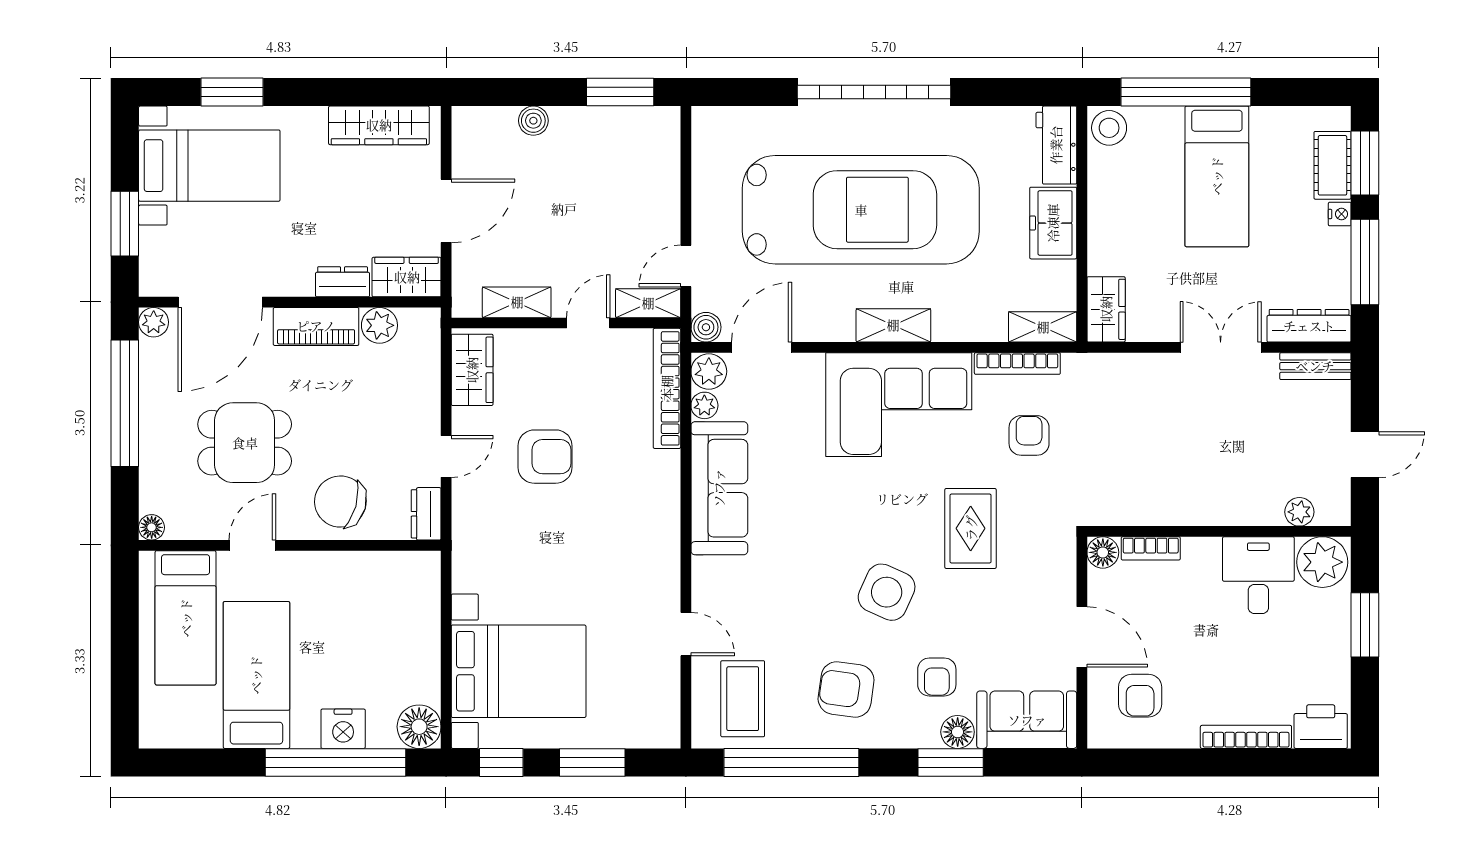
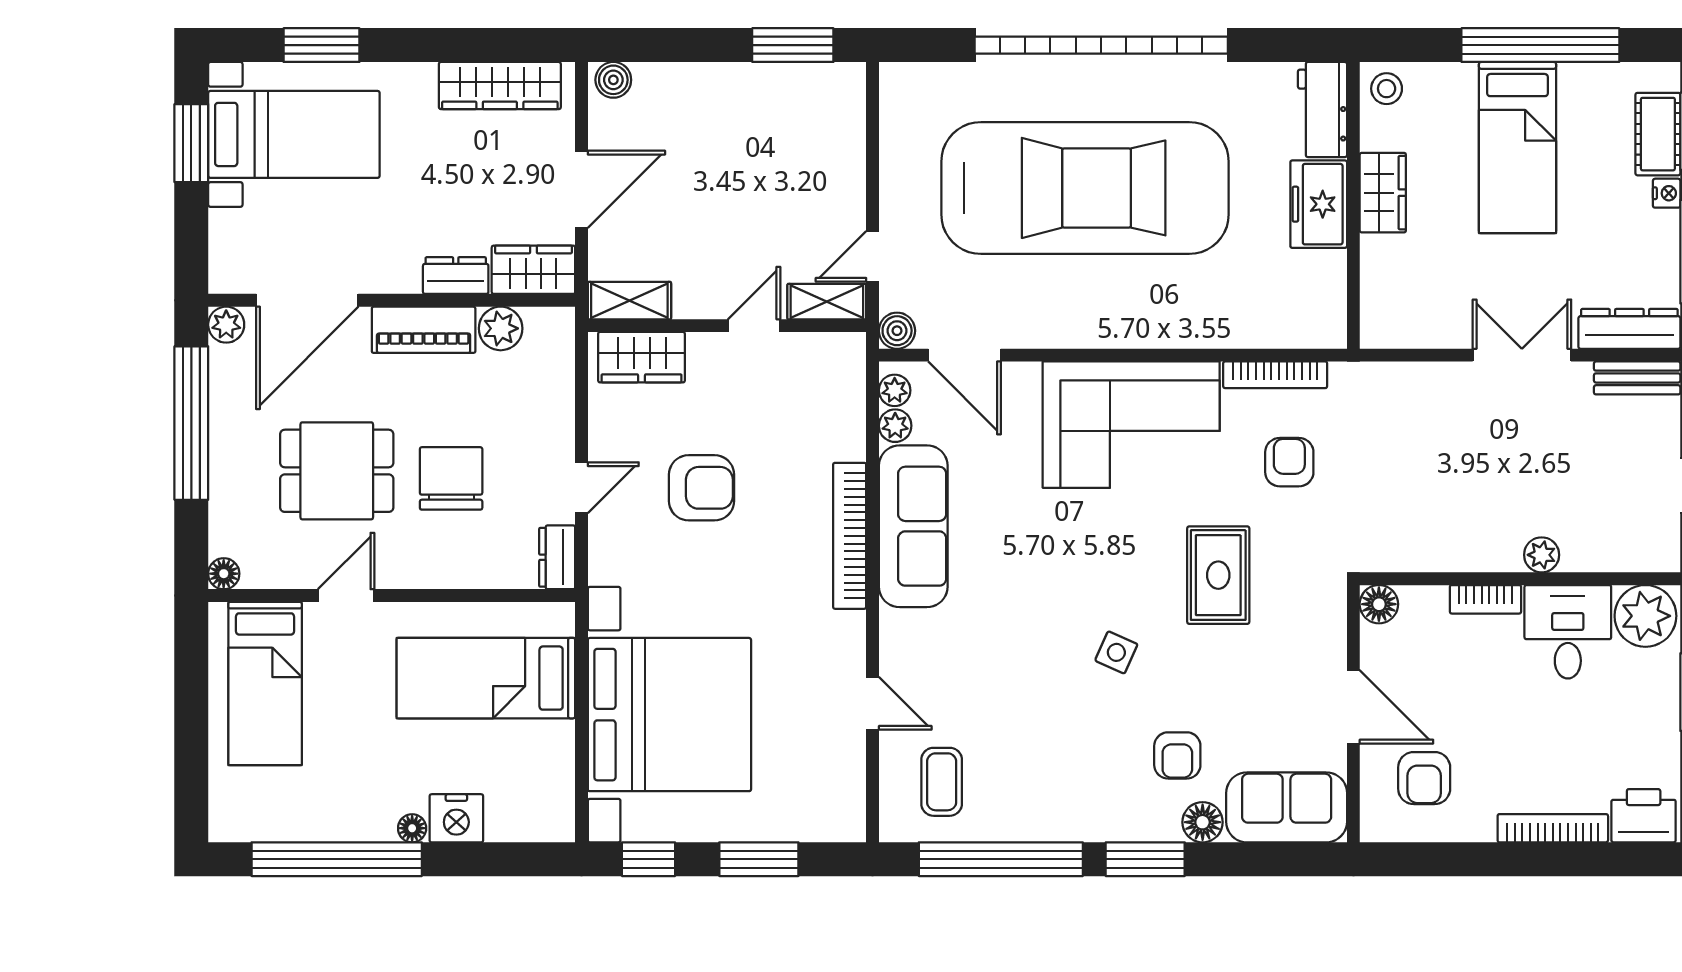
garage door: (874, 92) -> (1101, 45), width x1.36
window: (1186, 92) -> (1540, 45), moved
boiler: (533, 121) -> (613, 80), moved
stool: (1109, 128) -> (1387, 89), width x0.73, depth x0.73
window: (125, 224) -> (191, 143), moved
shelving: (517, 302) -> (629, 301), moved
wardrobe: (1106, 309) -> (1383, 193), moved
shelving: (893, 325) -> (1125, 329), removed
shelving: (1043, 327) -> (1306, 330), removed
door: (762, 347) -> (964, 355), swing flipped
wardrobe: (472, 370) -> (642, 357), moved, turned 90
plant: (709, 371) -> (895, 390), width x0.73, depth x0.73
bookcase: (667, 388) -> (850, 536), moved
chair: (340, 502) -> (451, 478), moved, turned 74
plant: (1299, 512) -> (1542, 555), moved
bookcase: (1151, 548) -> (1485, 599), moved
side table: (887, 592) -> (1116, 652), width x0.54, depth x0.54
bed with nightstands: (519, 671) -> (669, 715), width x1.36
bed: (256, 675) -> (486, 678), moved, turned -90
armchair: (846, 689) -> (1067, 771), removed
coffee table: (743, 699) -> (942, 782), width x0.73, depth x0.77
floor lamp: (419, 727) -> (412, 828), moved, width x0.53, depth x0.53
window: (335, 762) -> (337, 859), moved
window: (951, 762) -> (1145, 859), moved

